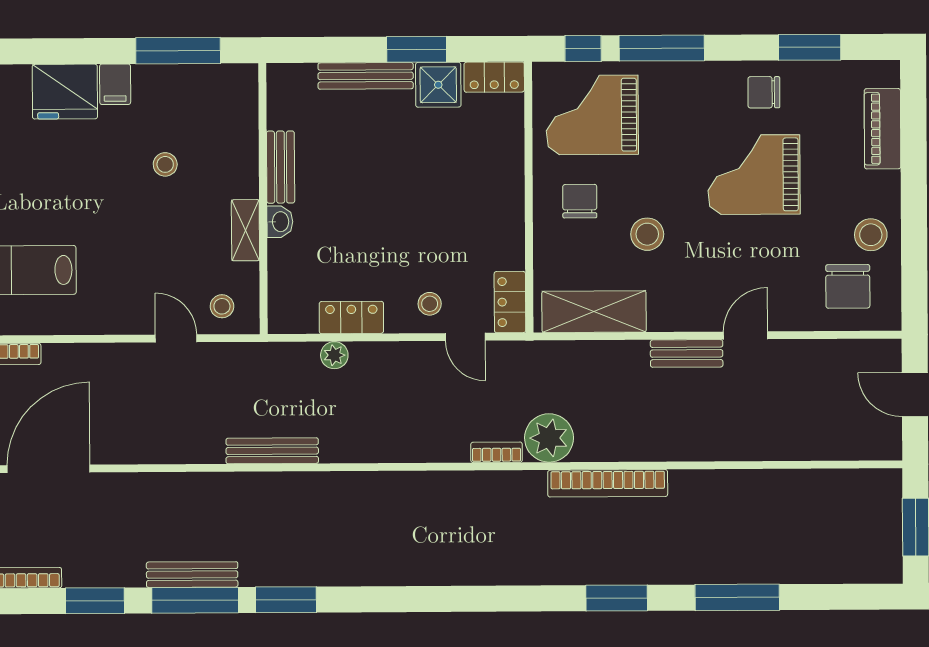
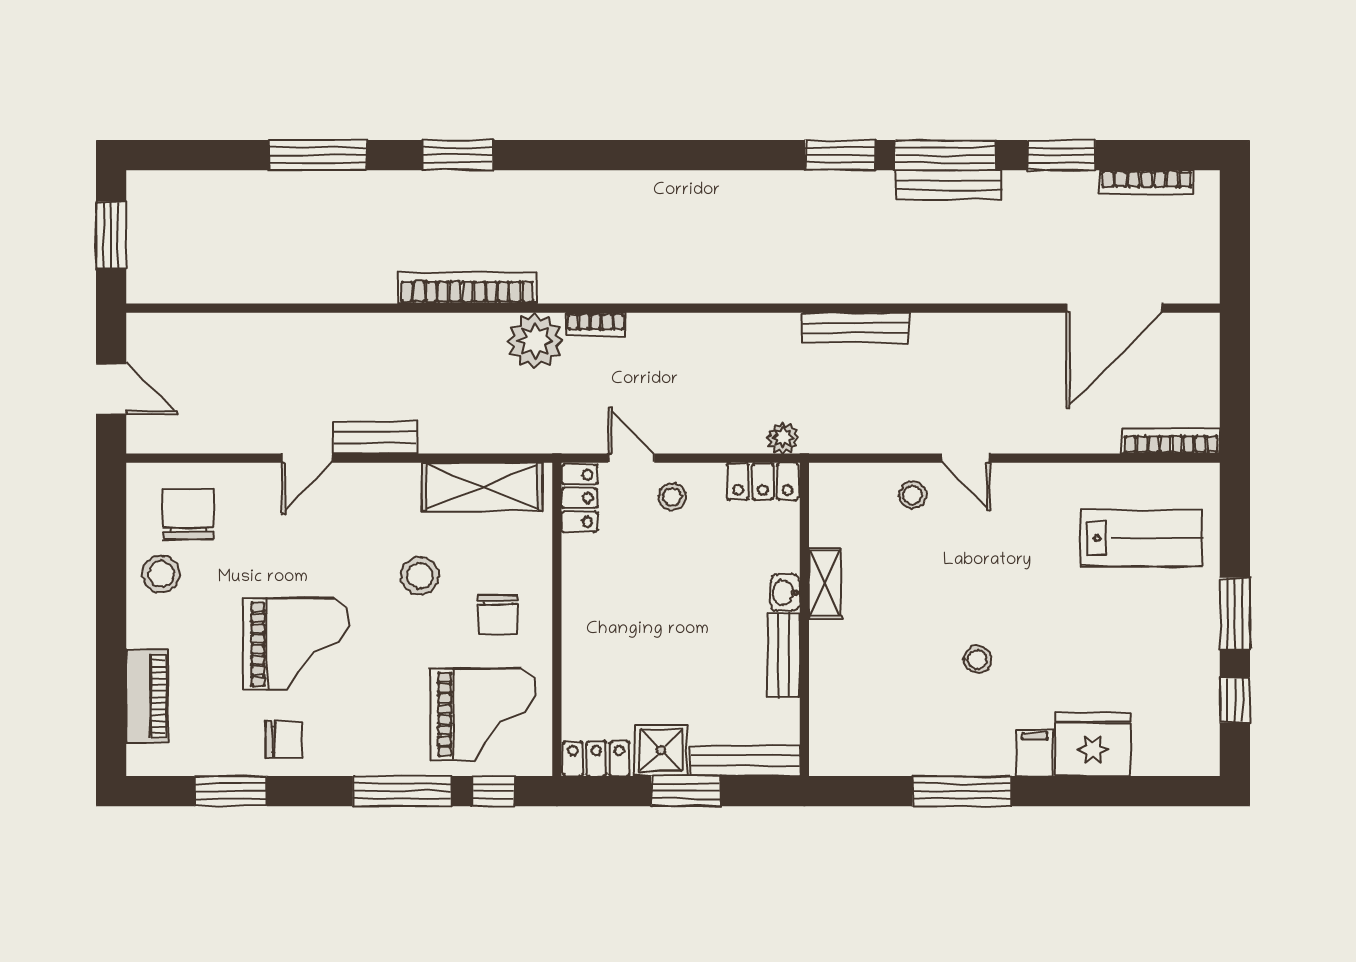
bench: (281, 167) -> (784, 656), moved
wall: (263, 199) -> (804, 619), moved
washbasin: (280, 222) -> (785, 593), moved
shelving: (245, 230) -> (825, 583), moved

